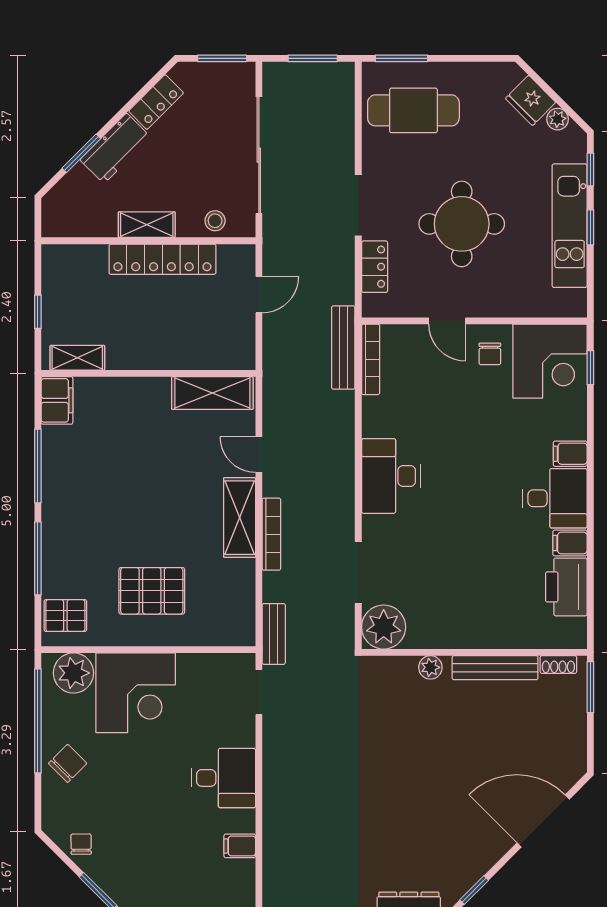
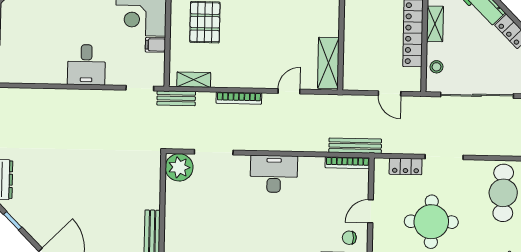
shelving: (240, 518) -> (194, 80), moved, width x0.67, depth x0.75
plant: (430, 667) -> (153, 196), removed
filing cabinet: (240, 846) -> (155, 45), moved, turned -90

